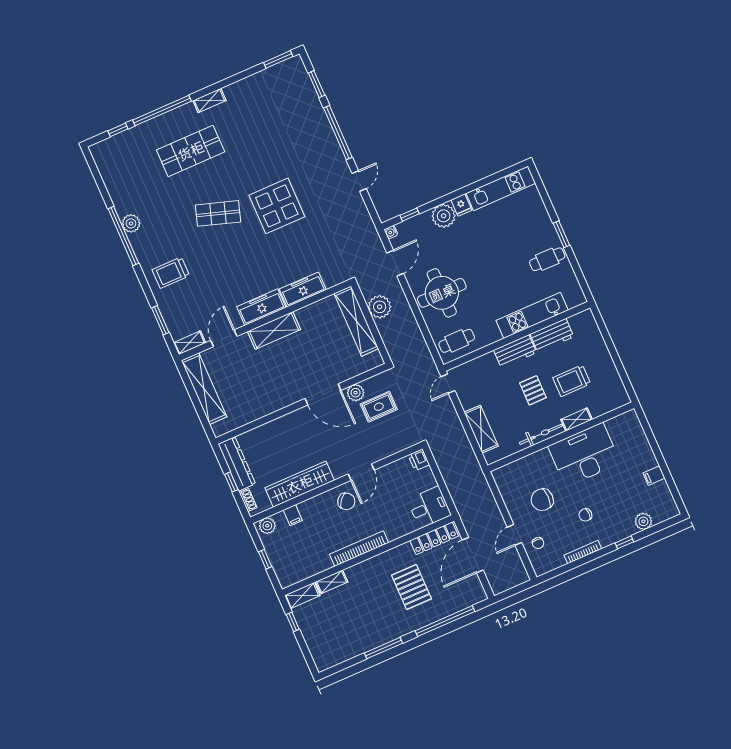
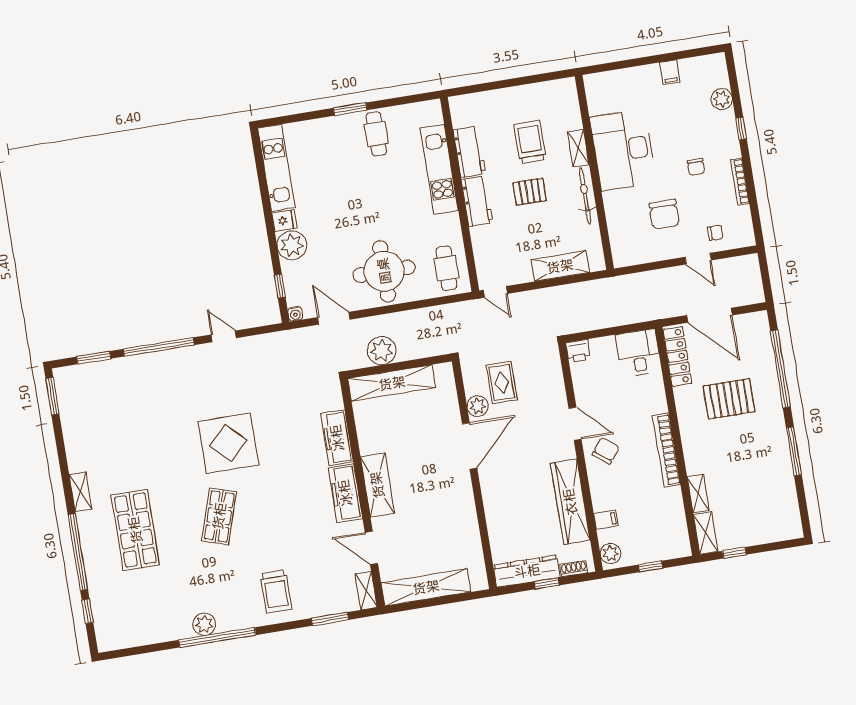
trolley: (572, 381) -> (530, 142), turned 180

